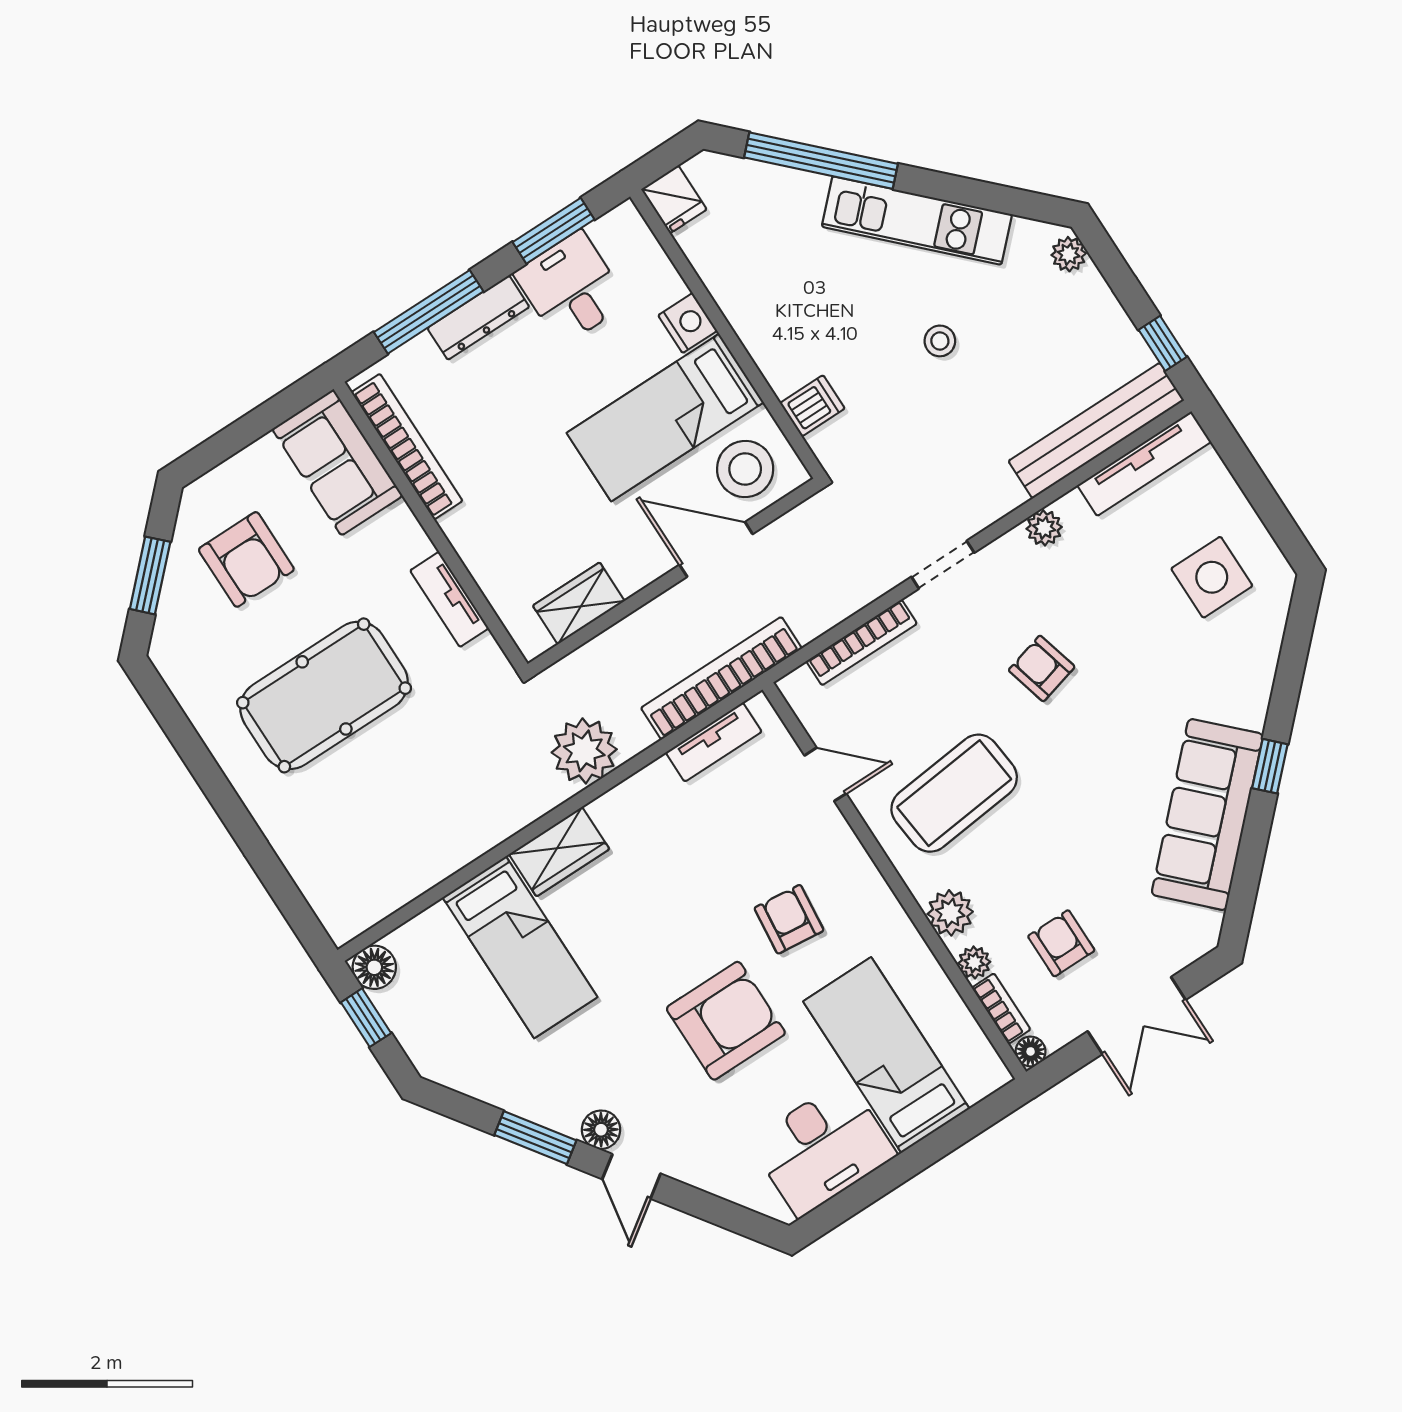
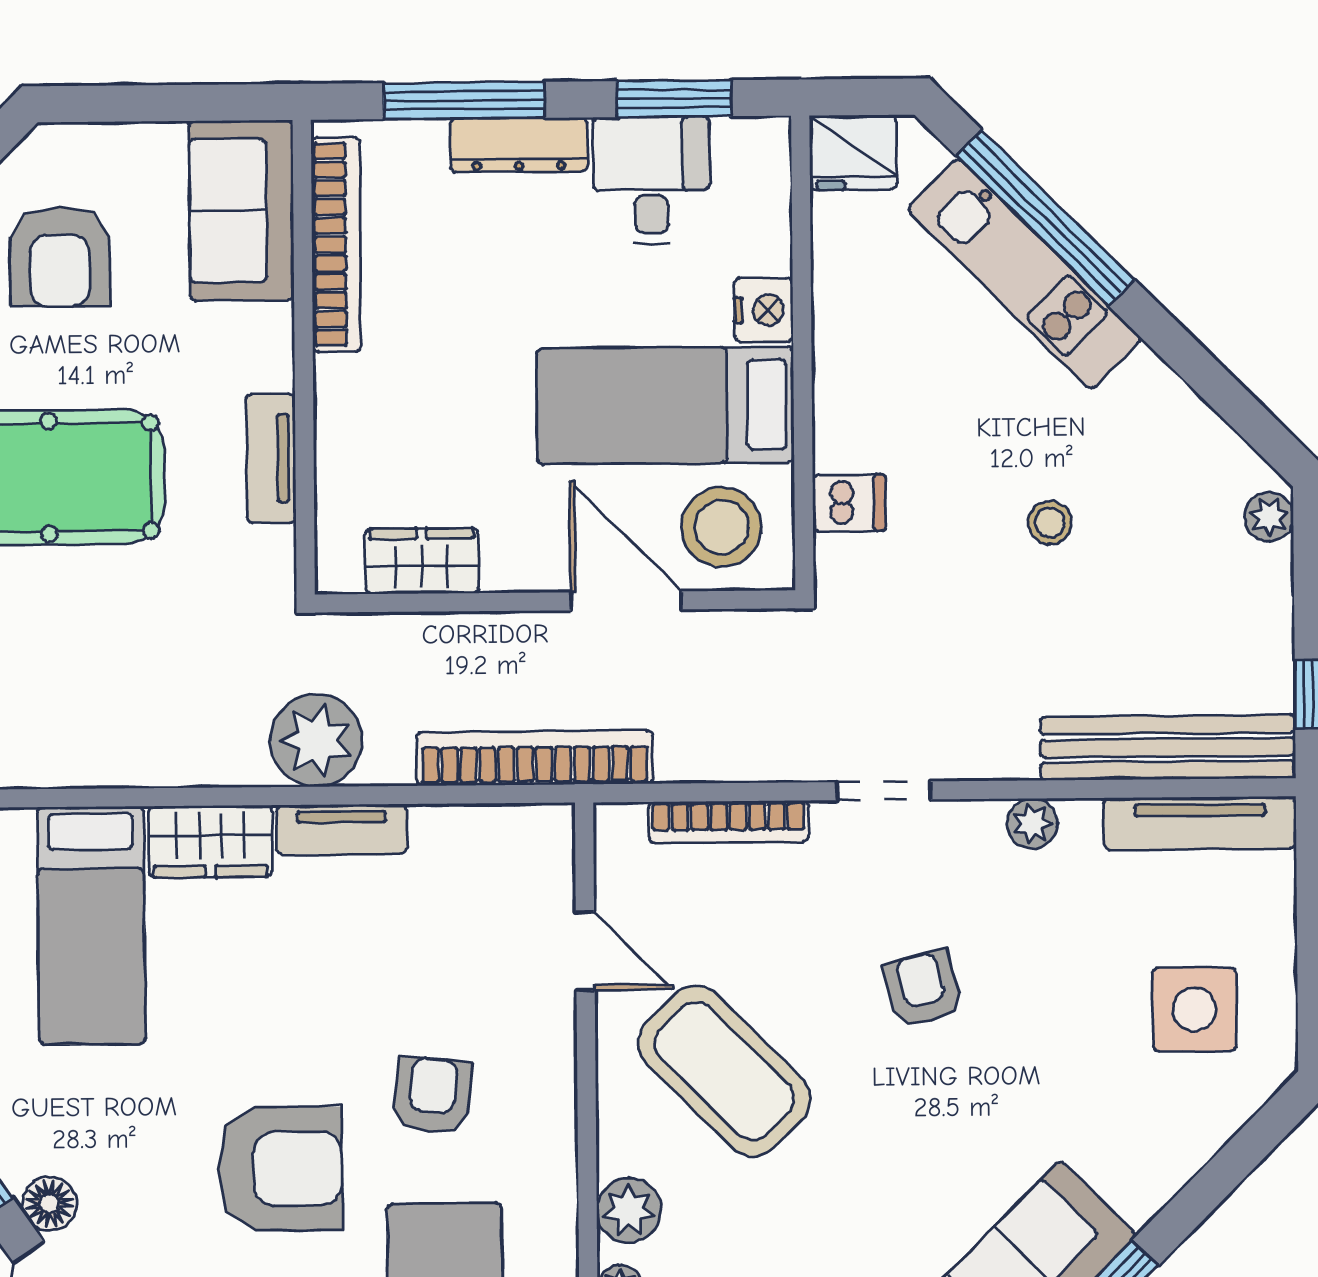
fridge: (674, 199) -> (853, 152), width x1.38
kitchen unit: (917, 220) -> (1024, 274), moved
tv unit: (714, 742) -> (342, 829), moved
coffee table: (954, 793) -> (724, 1071), turned 51

